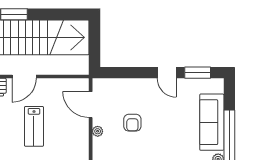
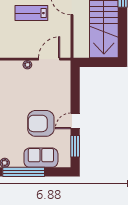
sofa: (212, 122) -> (41, 158), width x0.73
armchair: (132, 123) -> (41, 123), moved, width x1.88, depth x1.88

